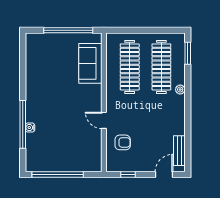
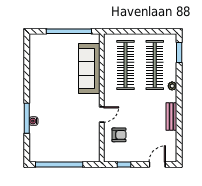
sofa: (90, 63) -> (89, 68), width x1.36
door: (104, 120) -> (102, 115), swing flipped
window: (23, 124) -> (27, 118), width x0.68
bench: (179, 151) -> (171, 116), moved

